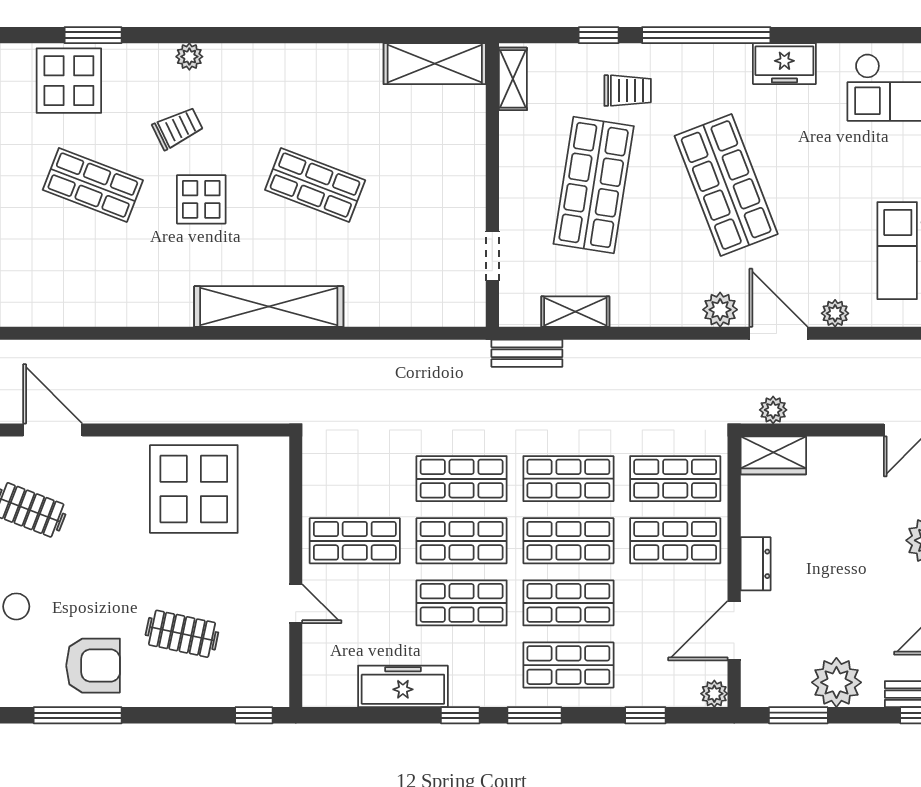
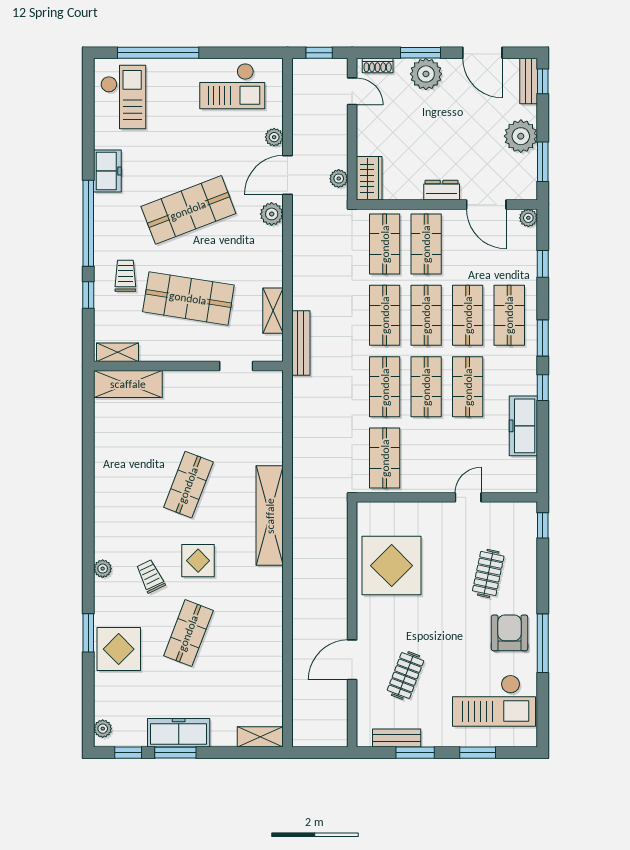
shelving: (435, 64) -> (128, 384), moved, turned 90
bench: (527, 353) -> (301, 343), width x1.36
shop shelf: (355, 541) -> (385, 458), moved

